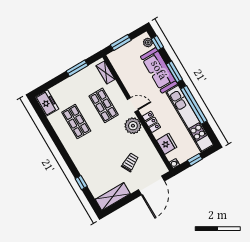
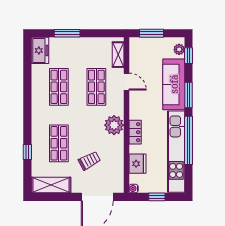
window: (77, 68) -> (67, 33), moved
door: (133, 105) -> (126, 82), moved
shop shelf: (100, 163) -> (59, 143), added

